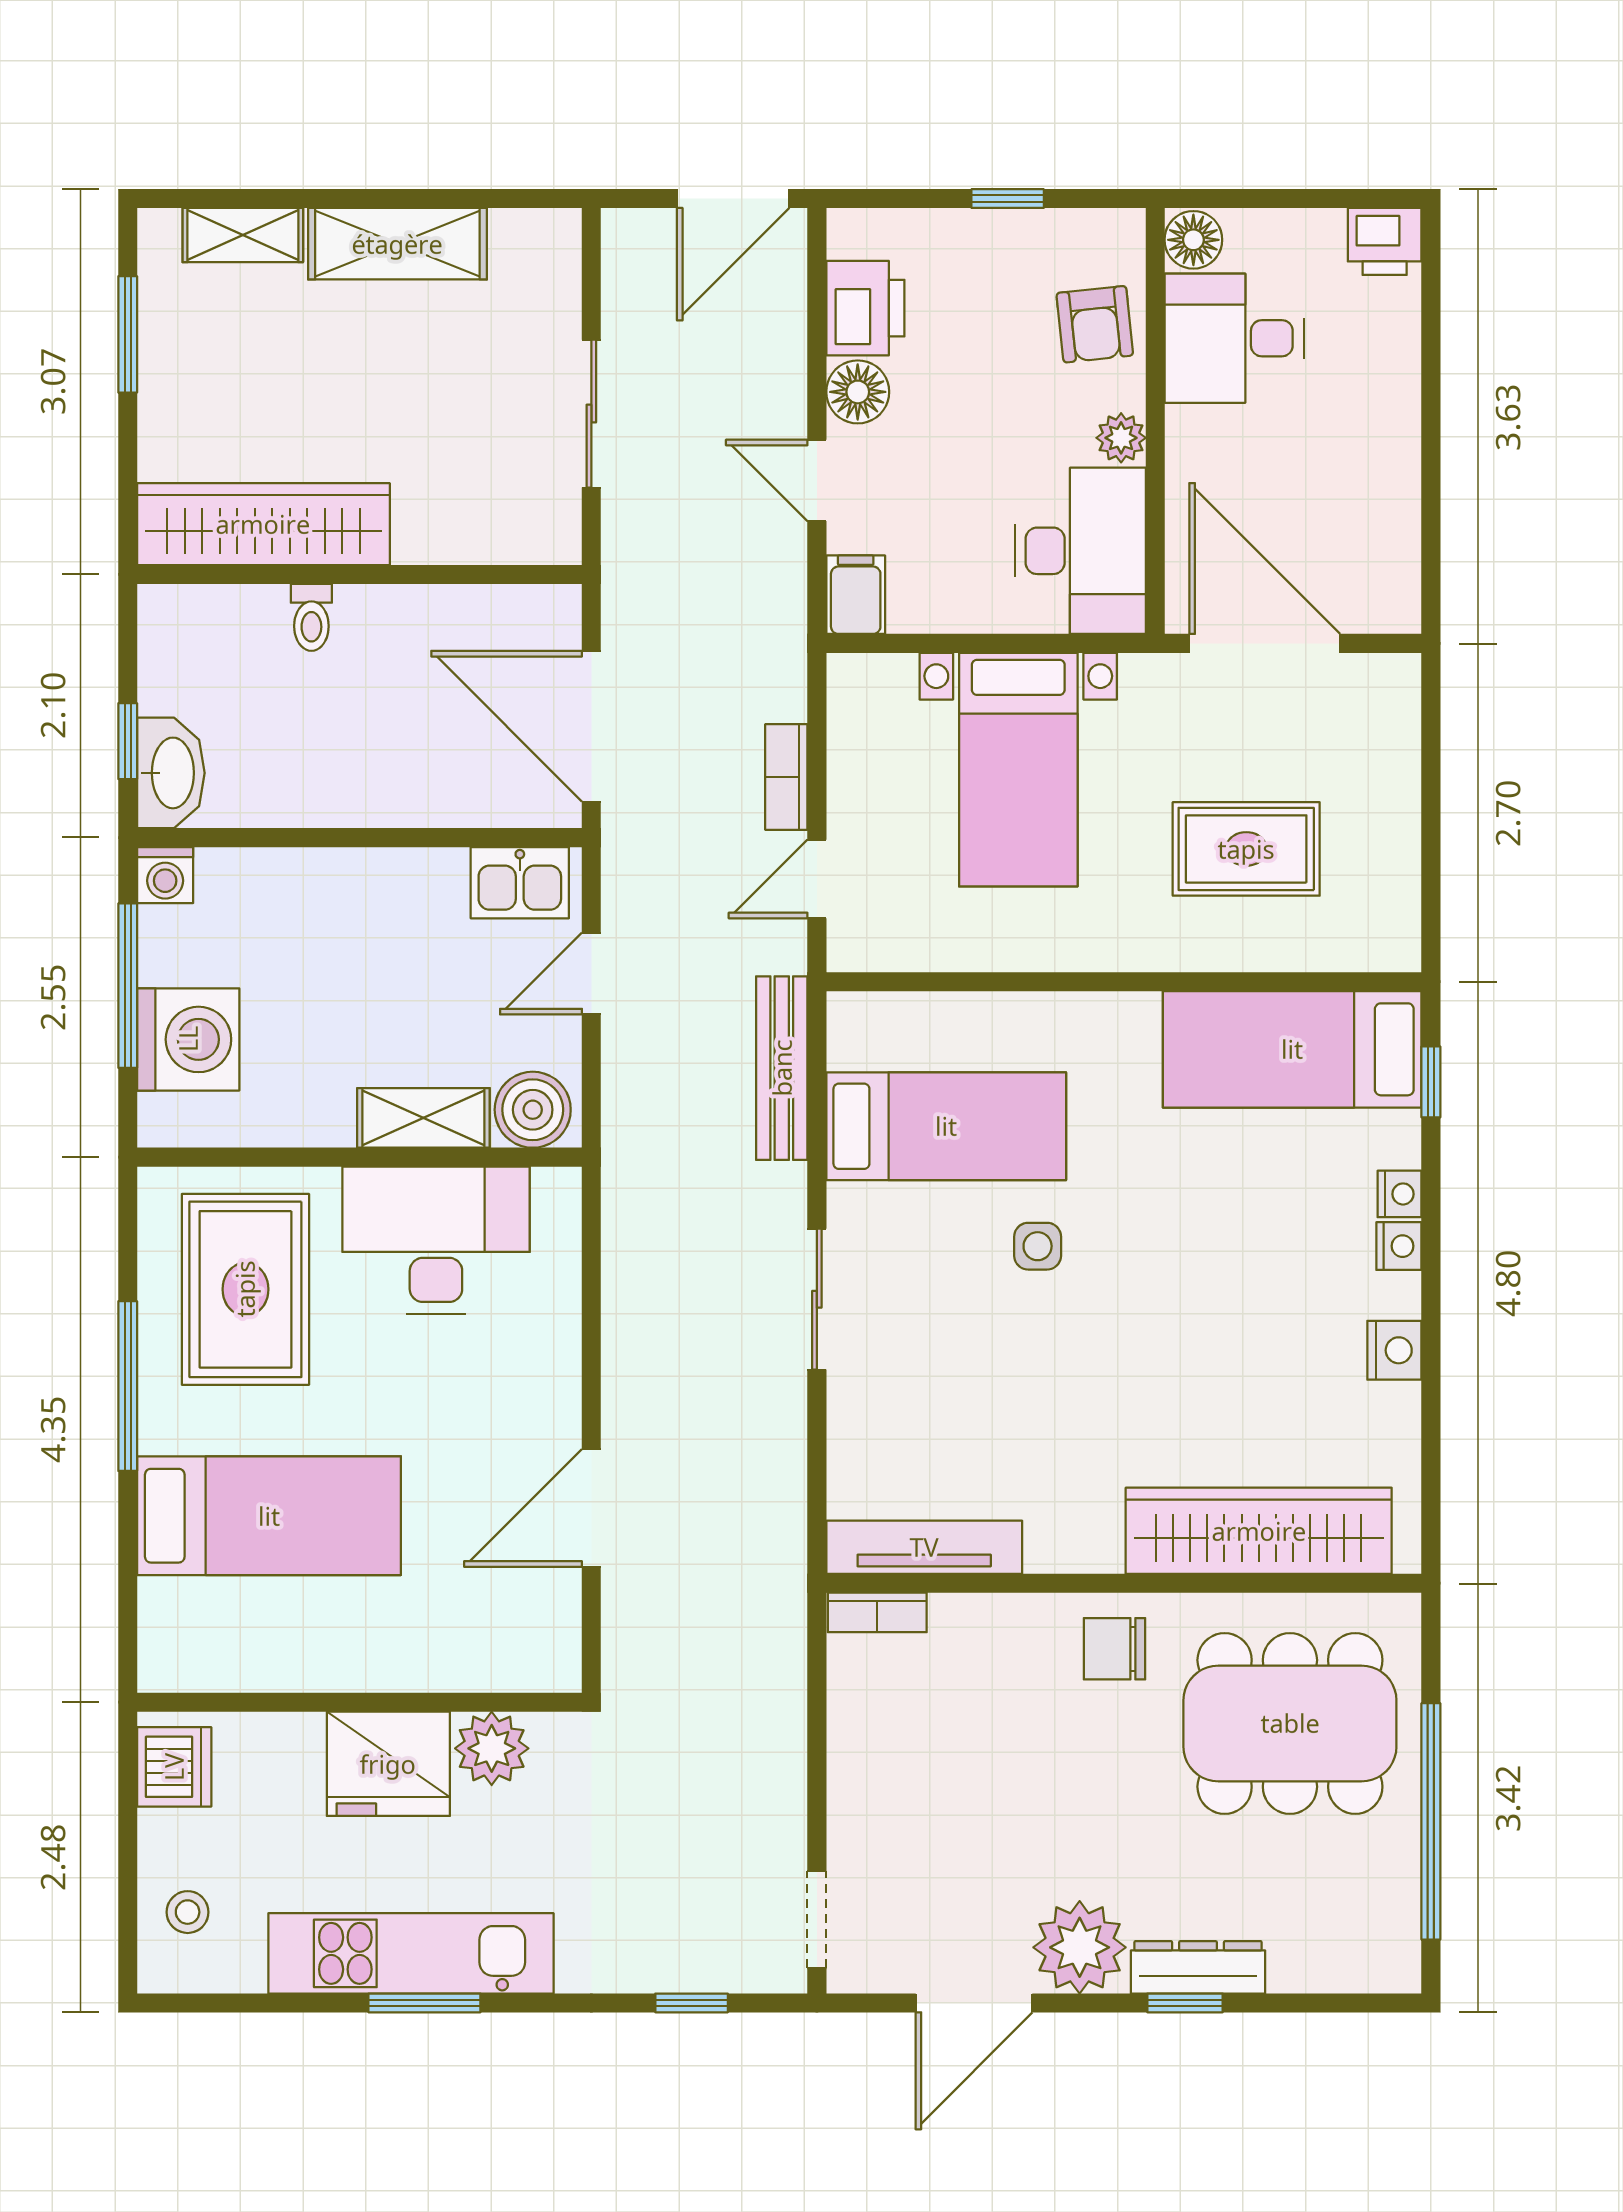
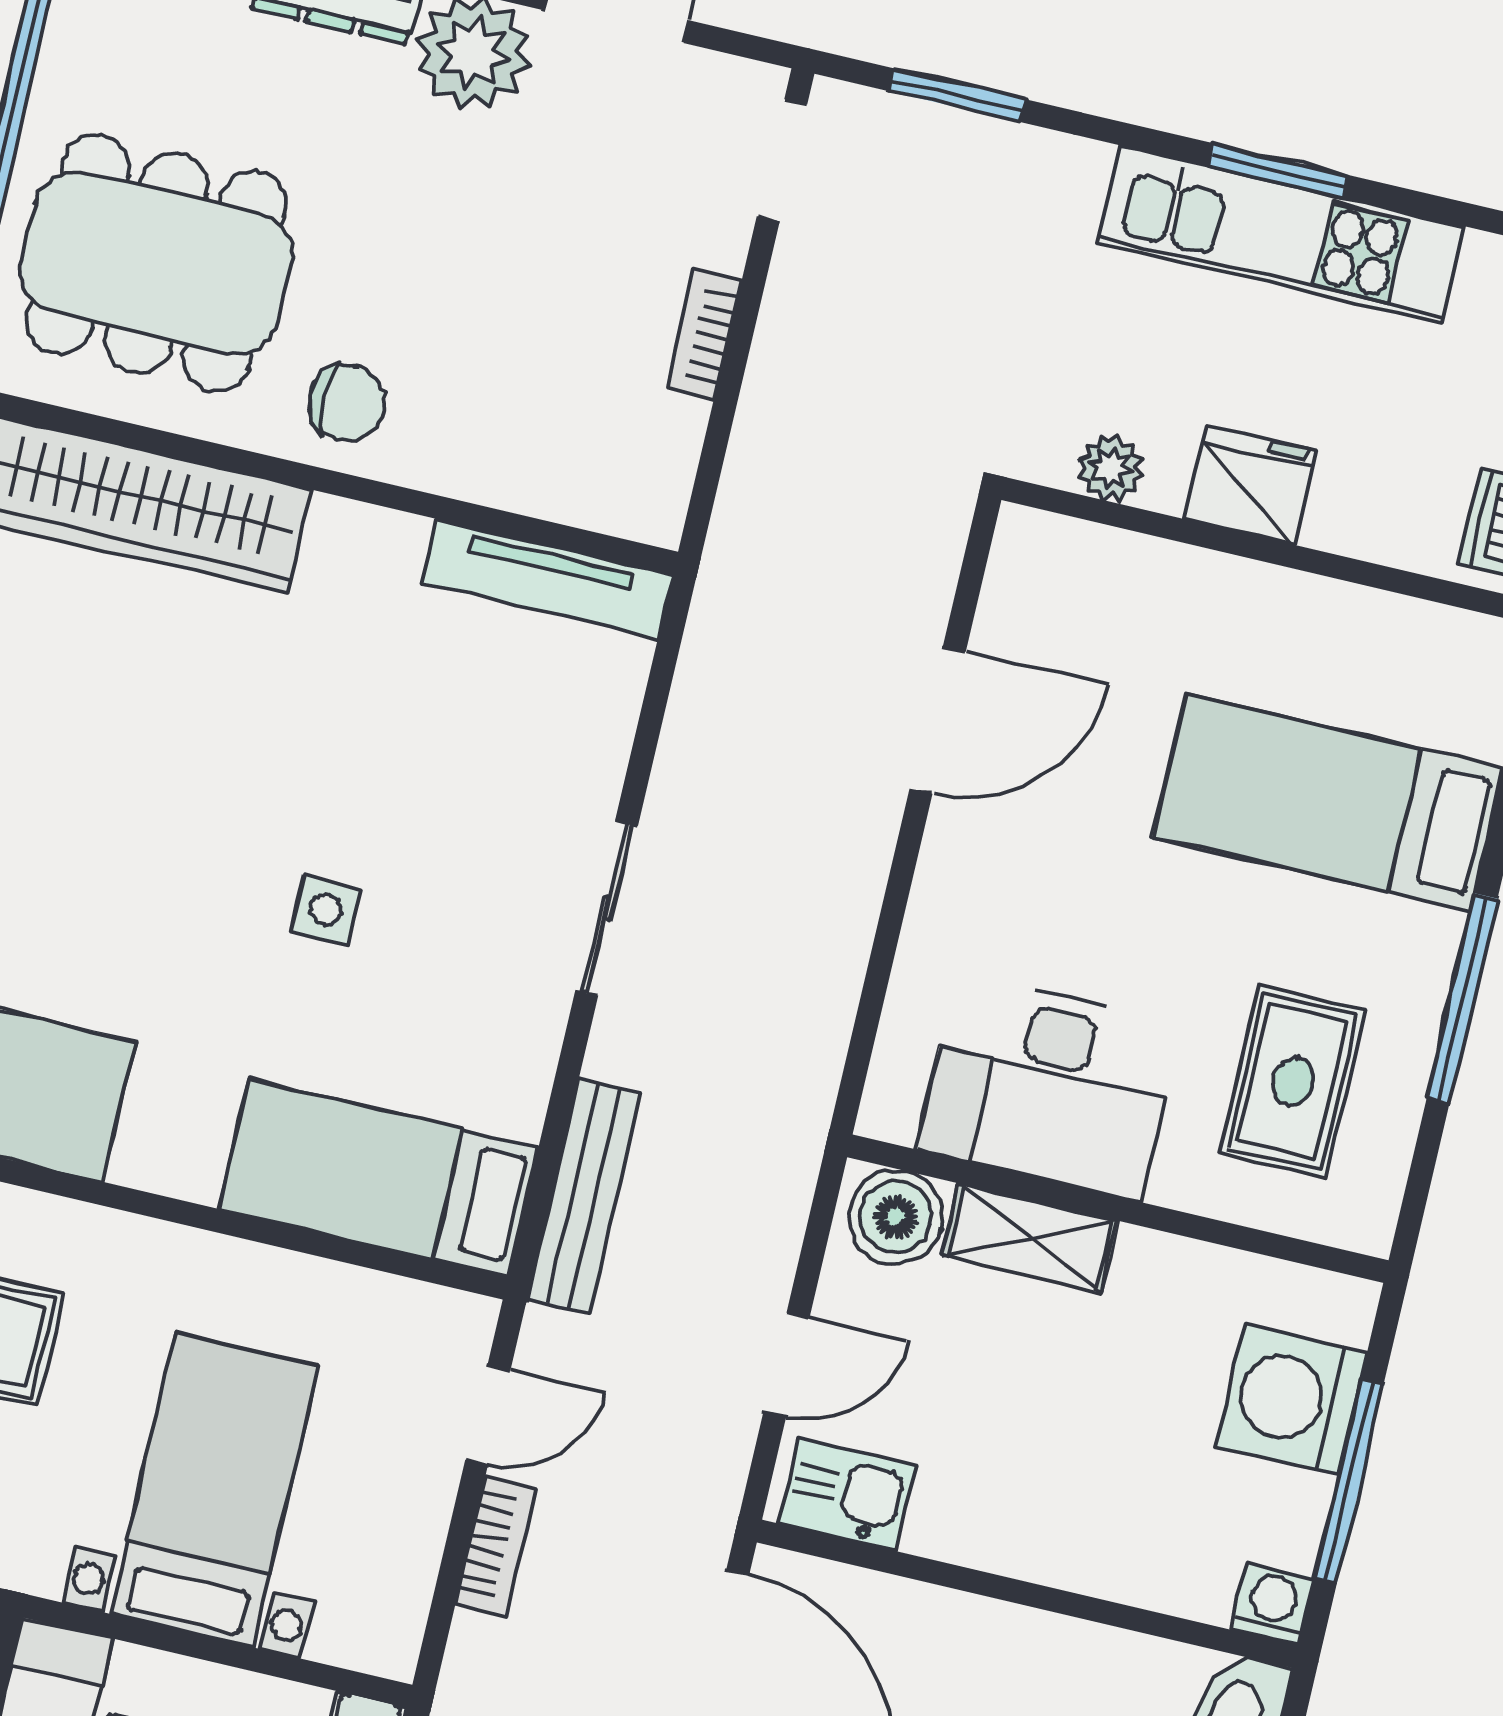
bed: (946, 1126) -> (379, 1178), moved
rug: (245, 1289) -> (1293, 1082), width x0.73, depth x0.70
bookcase: (877, 1612) -> (704, 335), moved, turned -90
plant: (492, 1748) -> (1111, 468), width x0.73, depth x0.73
fridge: (388, 1764) -> (1251, 485), width x0.73, depth x0.75
window: (692, 2003) -> (957, 95), width x1.50

